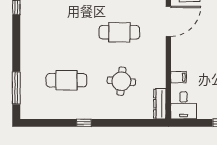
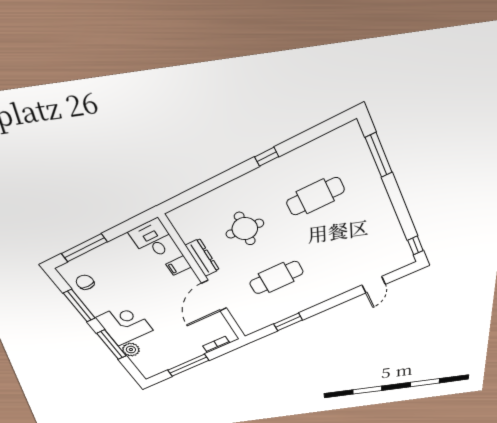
door: (168, 21) -> (214, 296), moved
dresser: (160, 104) -> (202, 258), moved

